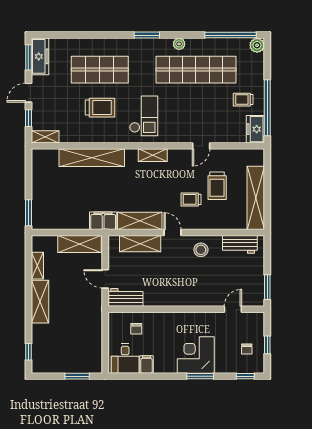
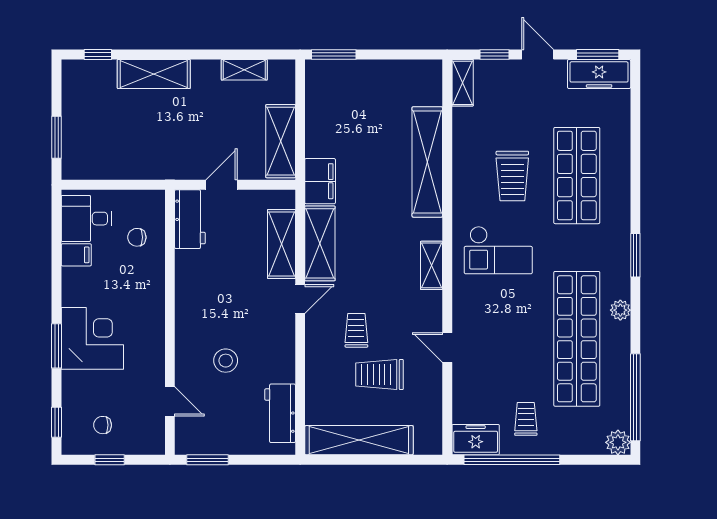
stool: (201, 250) -> (226, 361), moved
shelving: (40, 302) -> (154, 74), moved

